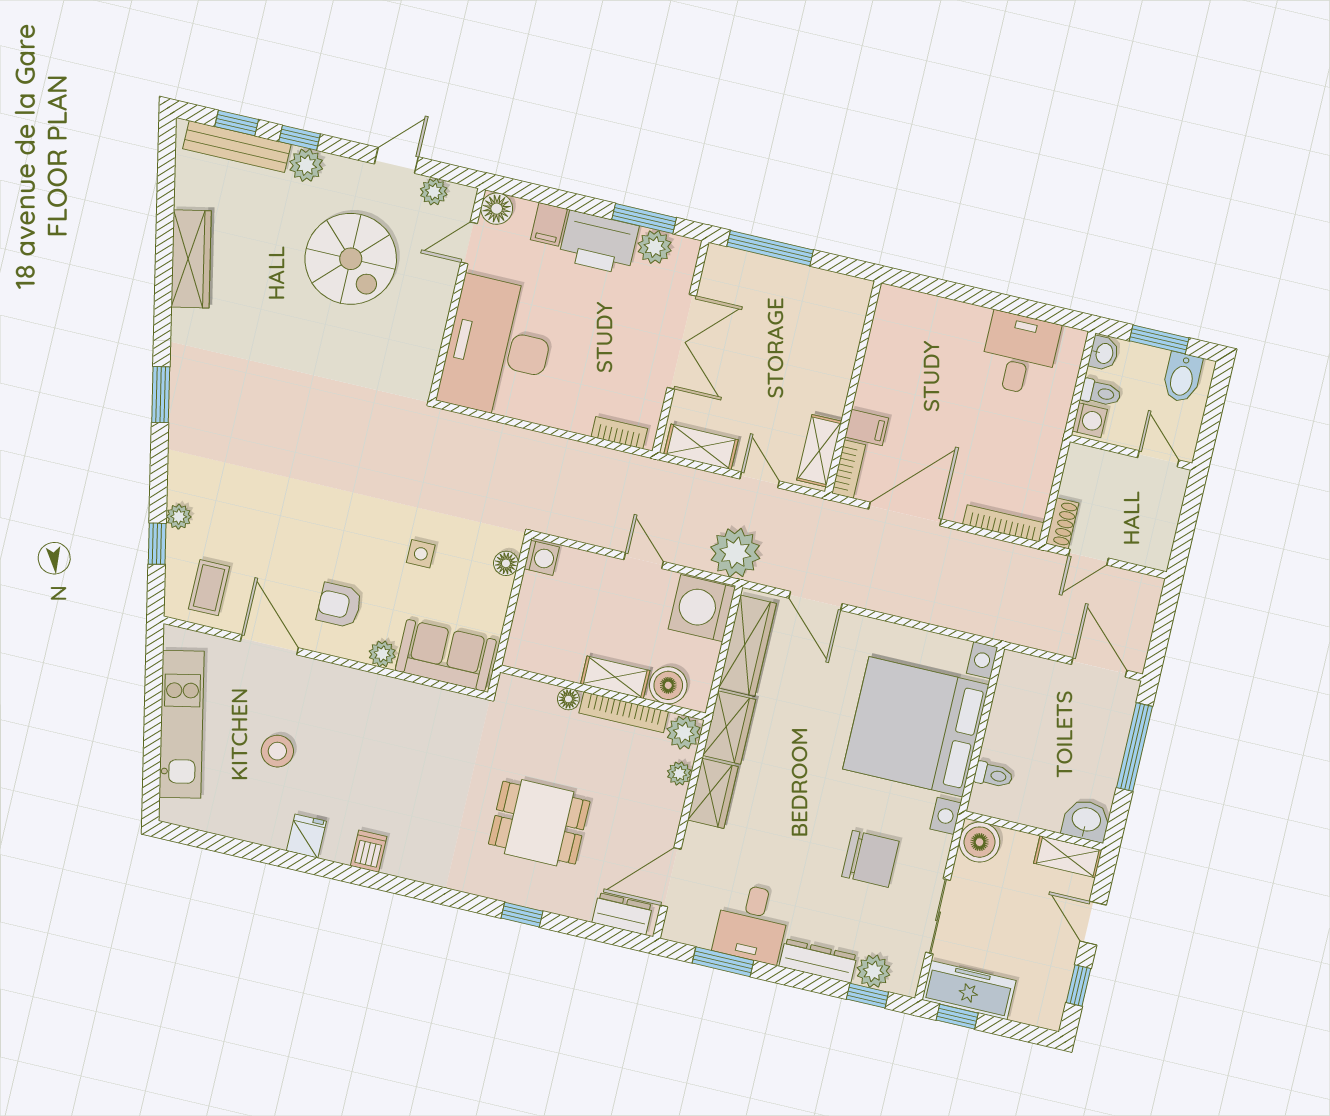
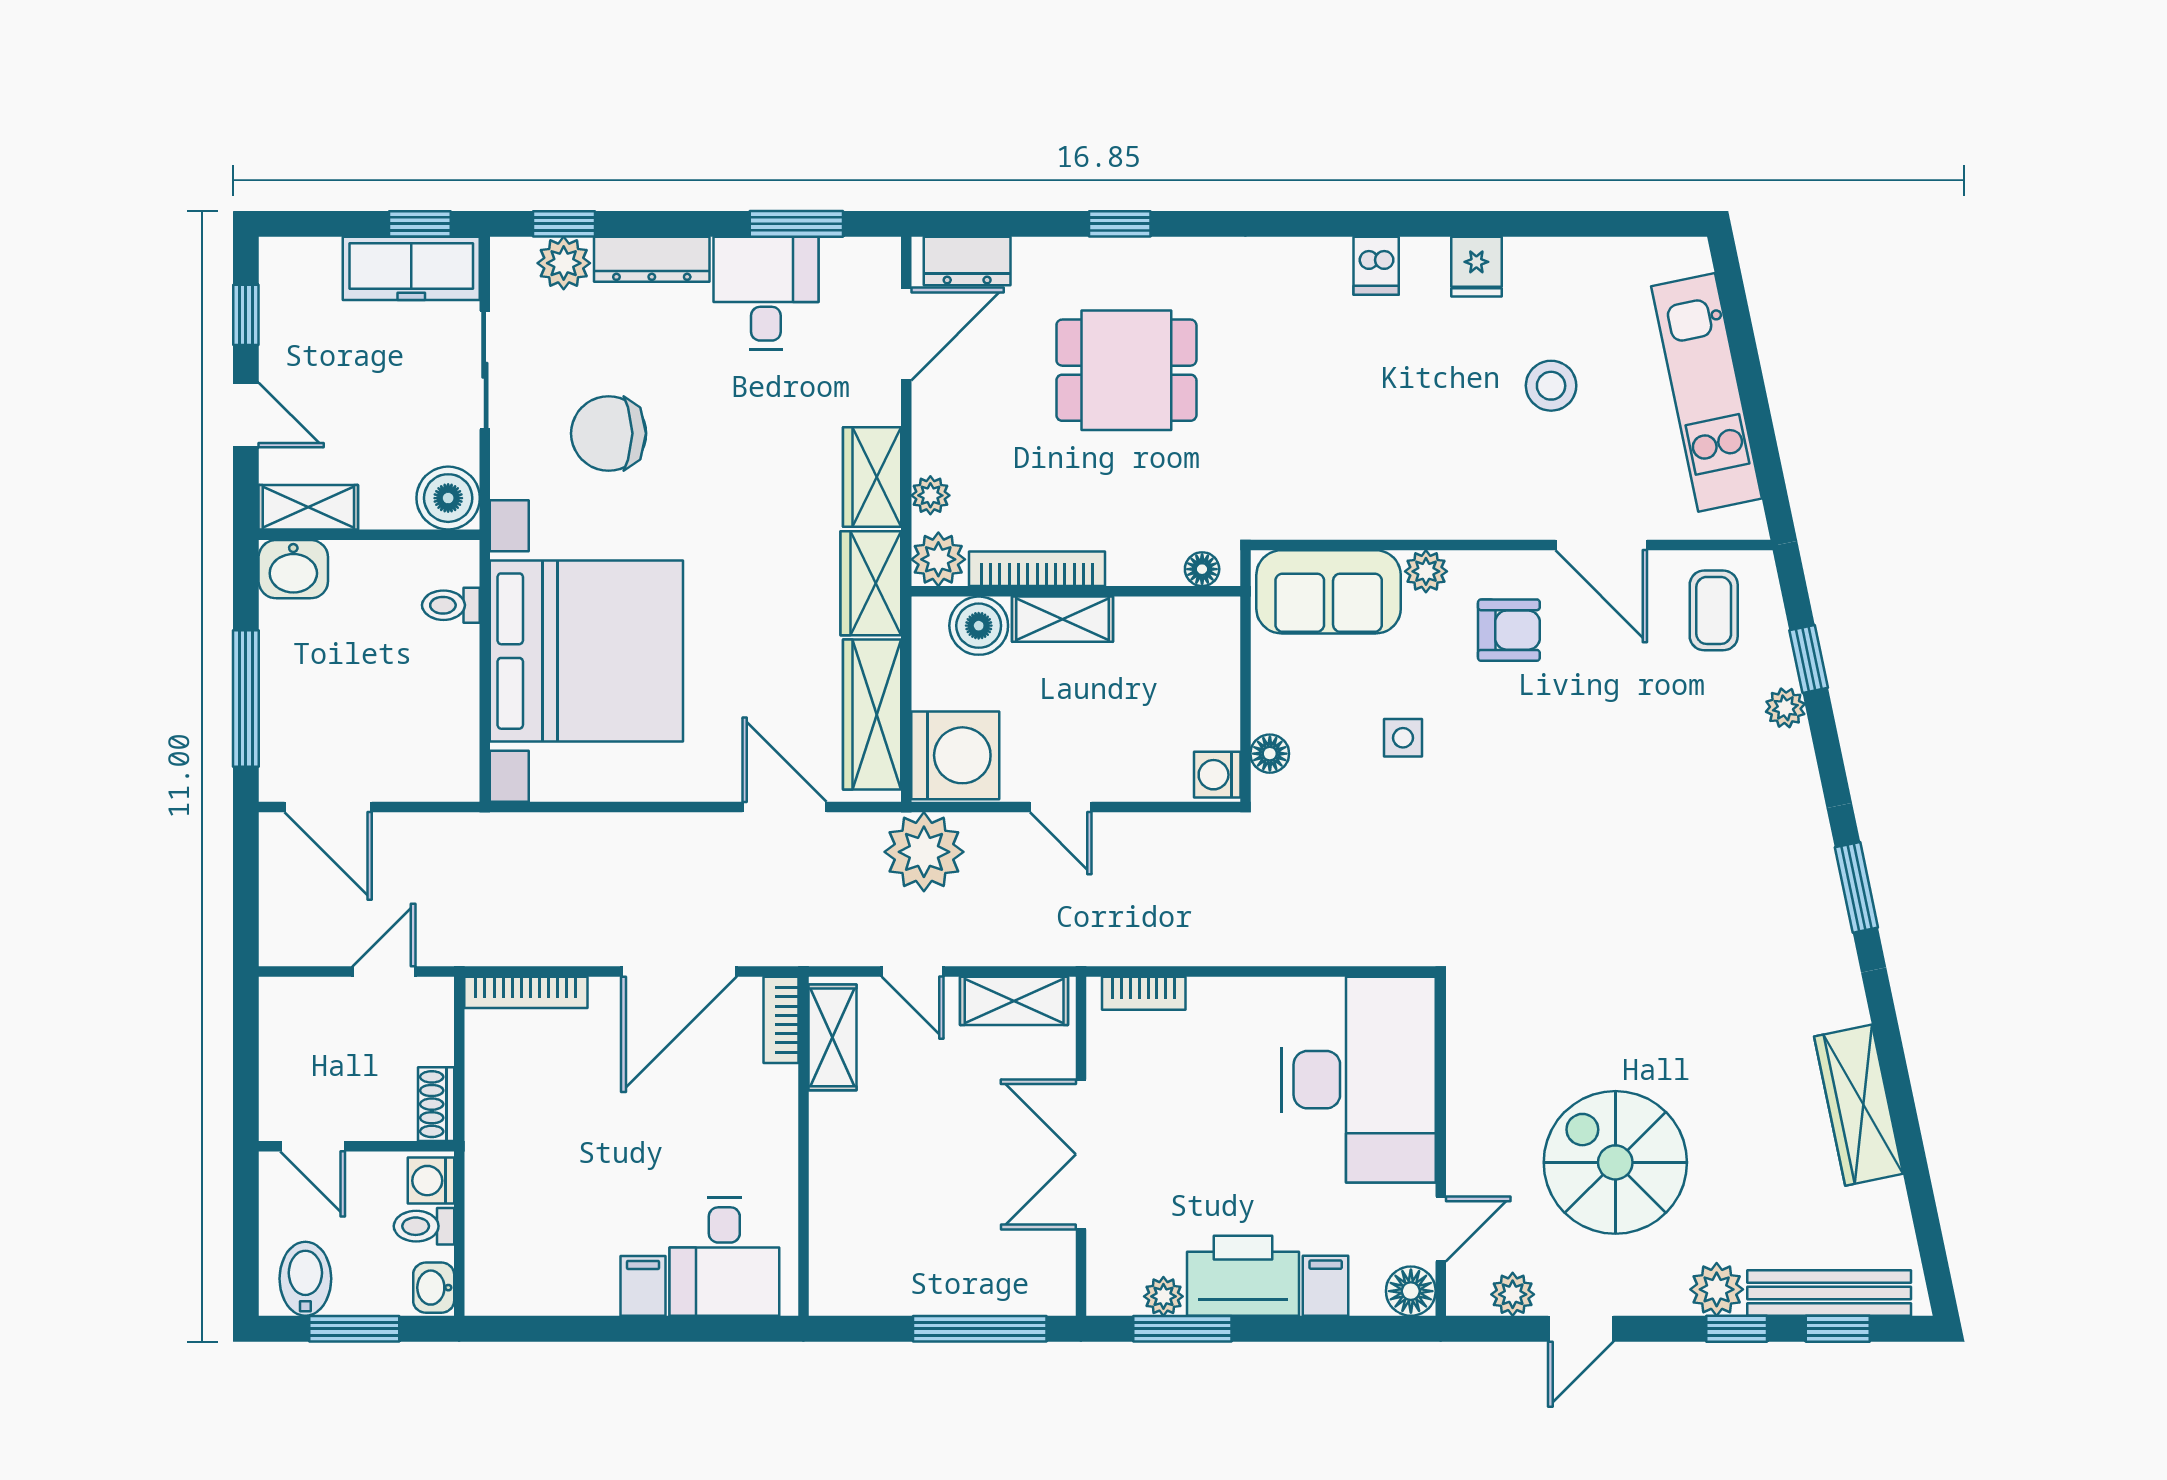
plant: (655, 247) -> (1163, 1296), width x0.73, depth x0.73
desk: (1020, 354) -> (724, 1257), moved
filing cabinet: (867, 428) -> (643, 1286), moved, turned 90
shoe rack: (1062, 523) -> (436, 1104), moved
floor lamp: (568, 699) -> (1202, 569), moved

